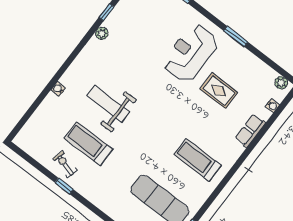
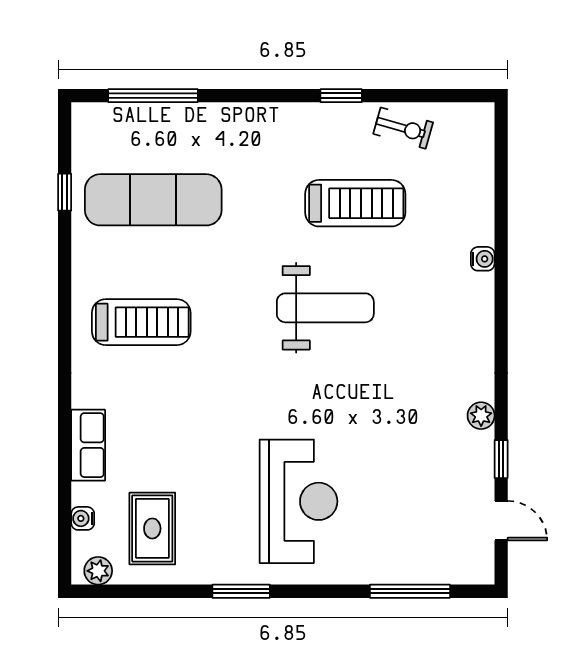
rug: (219, 91) -> (152, 528), moved, turned 90
weight bench: (108, 104) -> (325, 308), moved
exercise bike: (65, 164) -> (403, 128), moved

